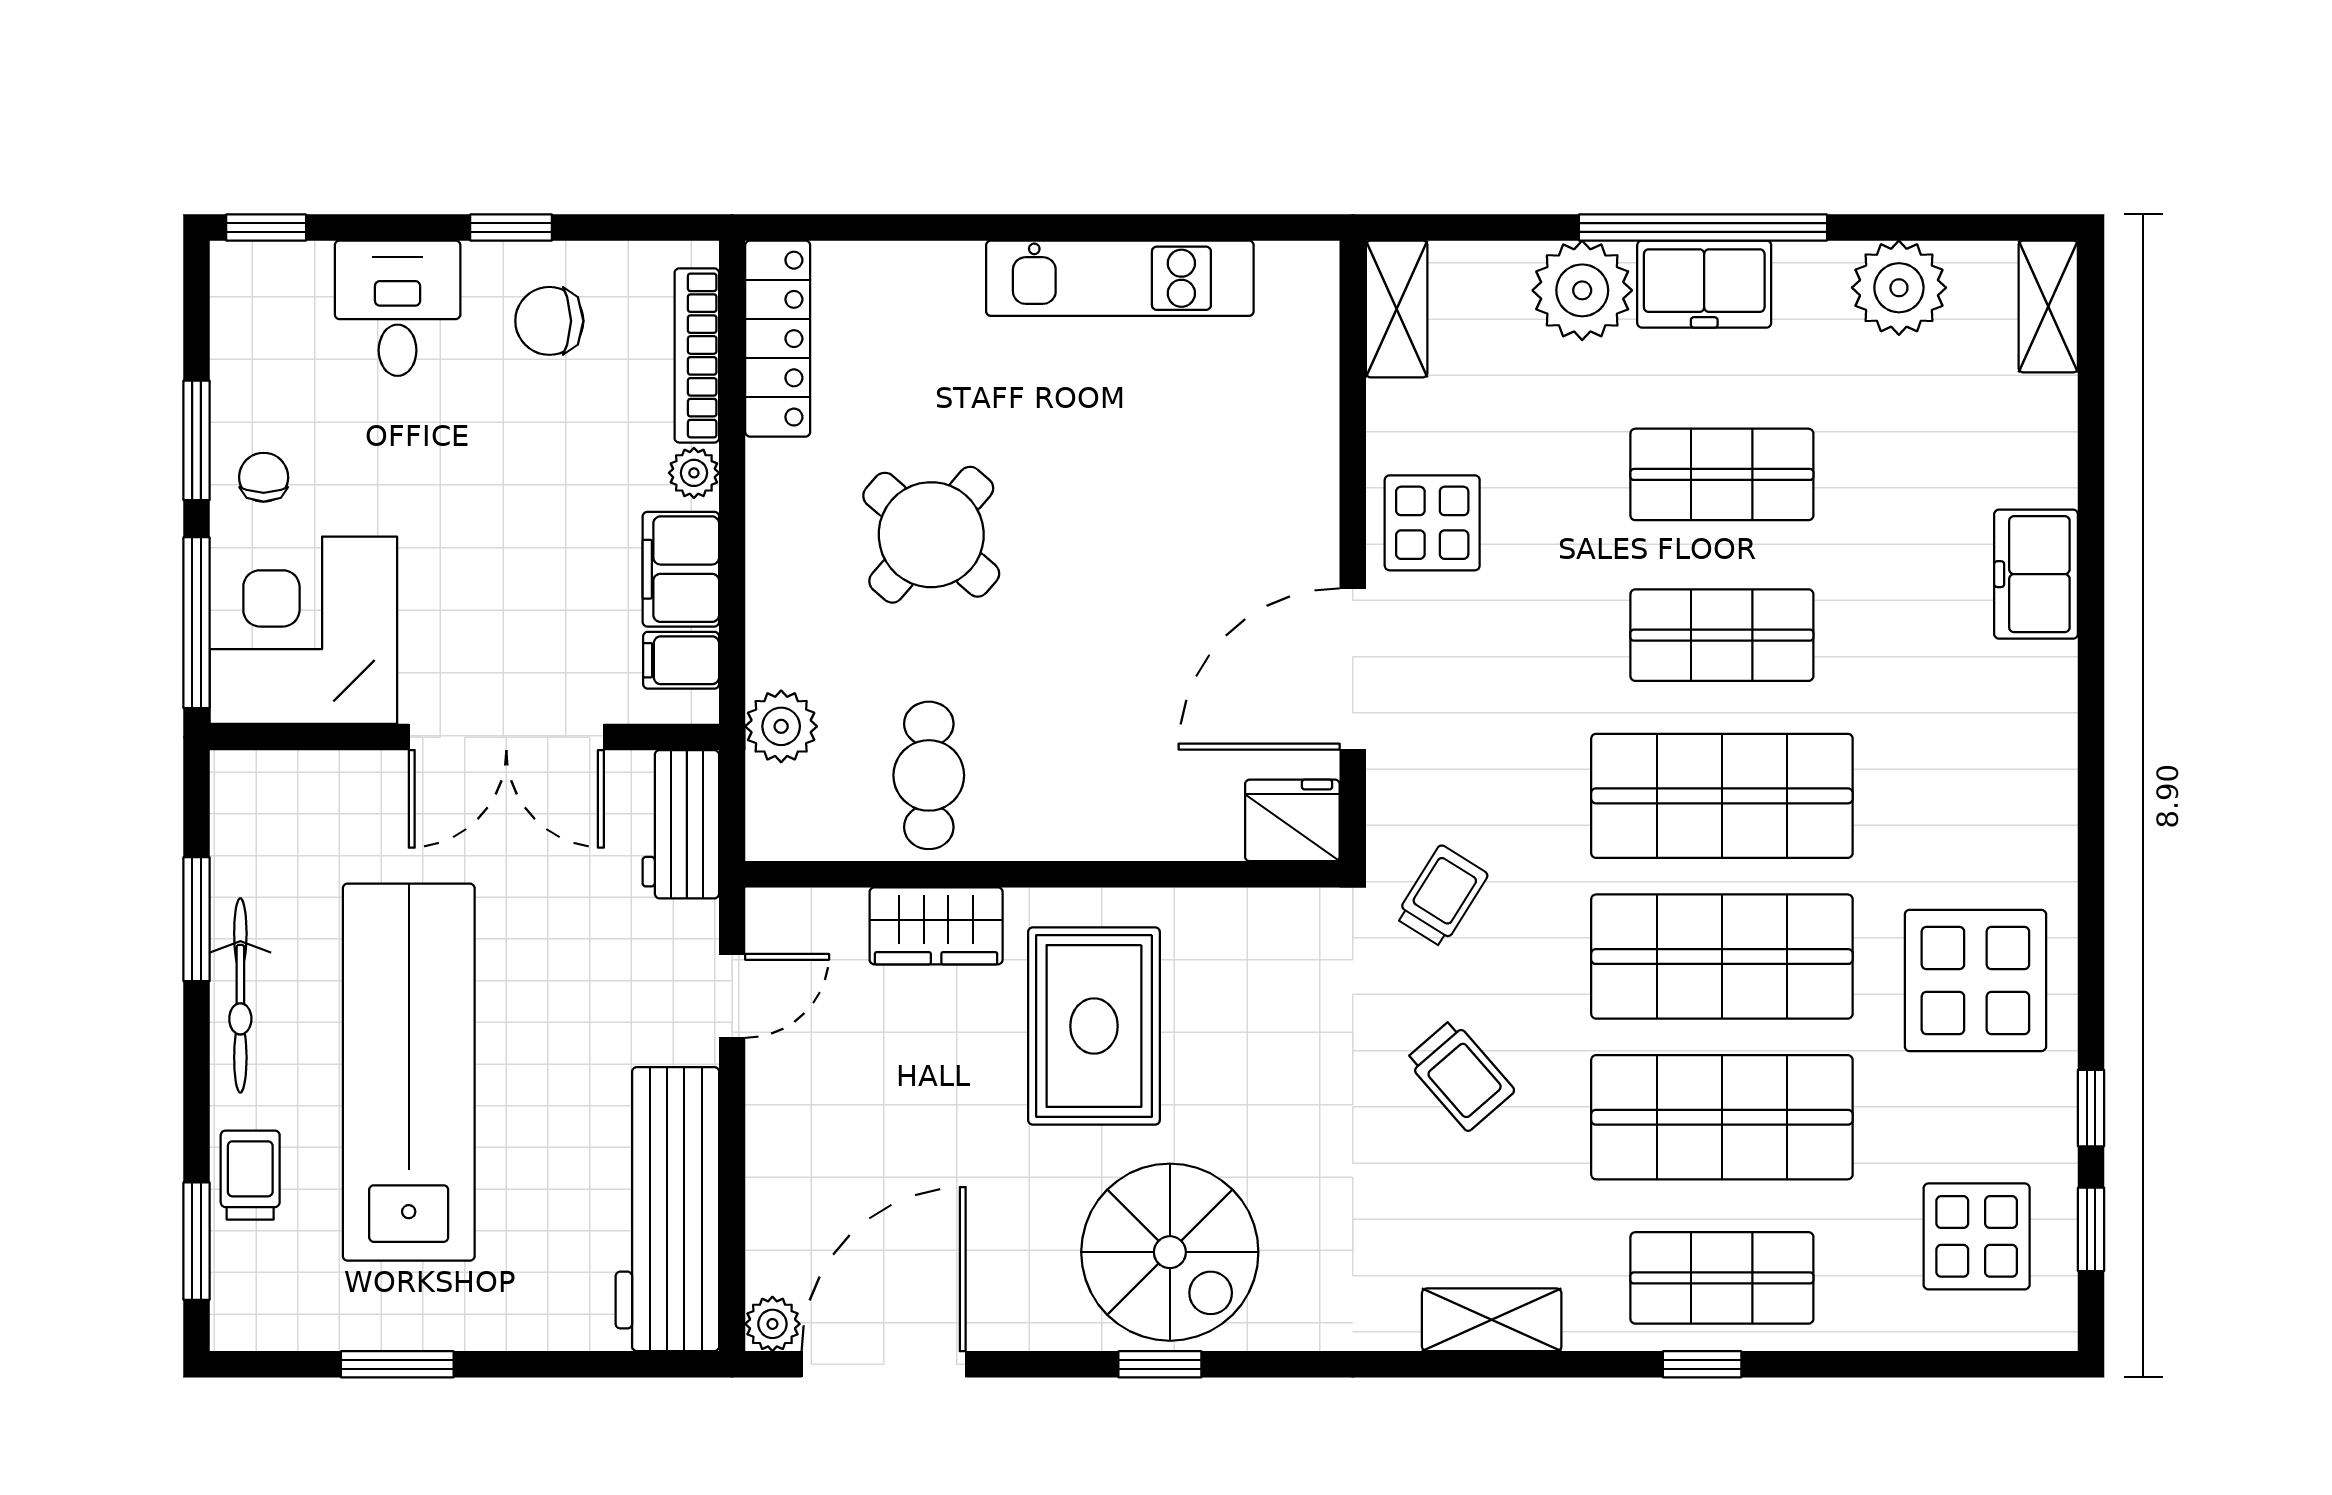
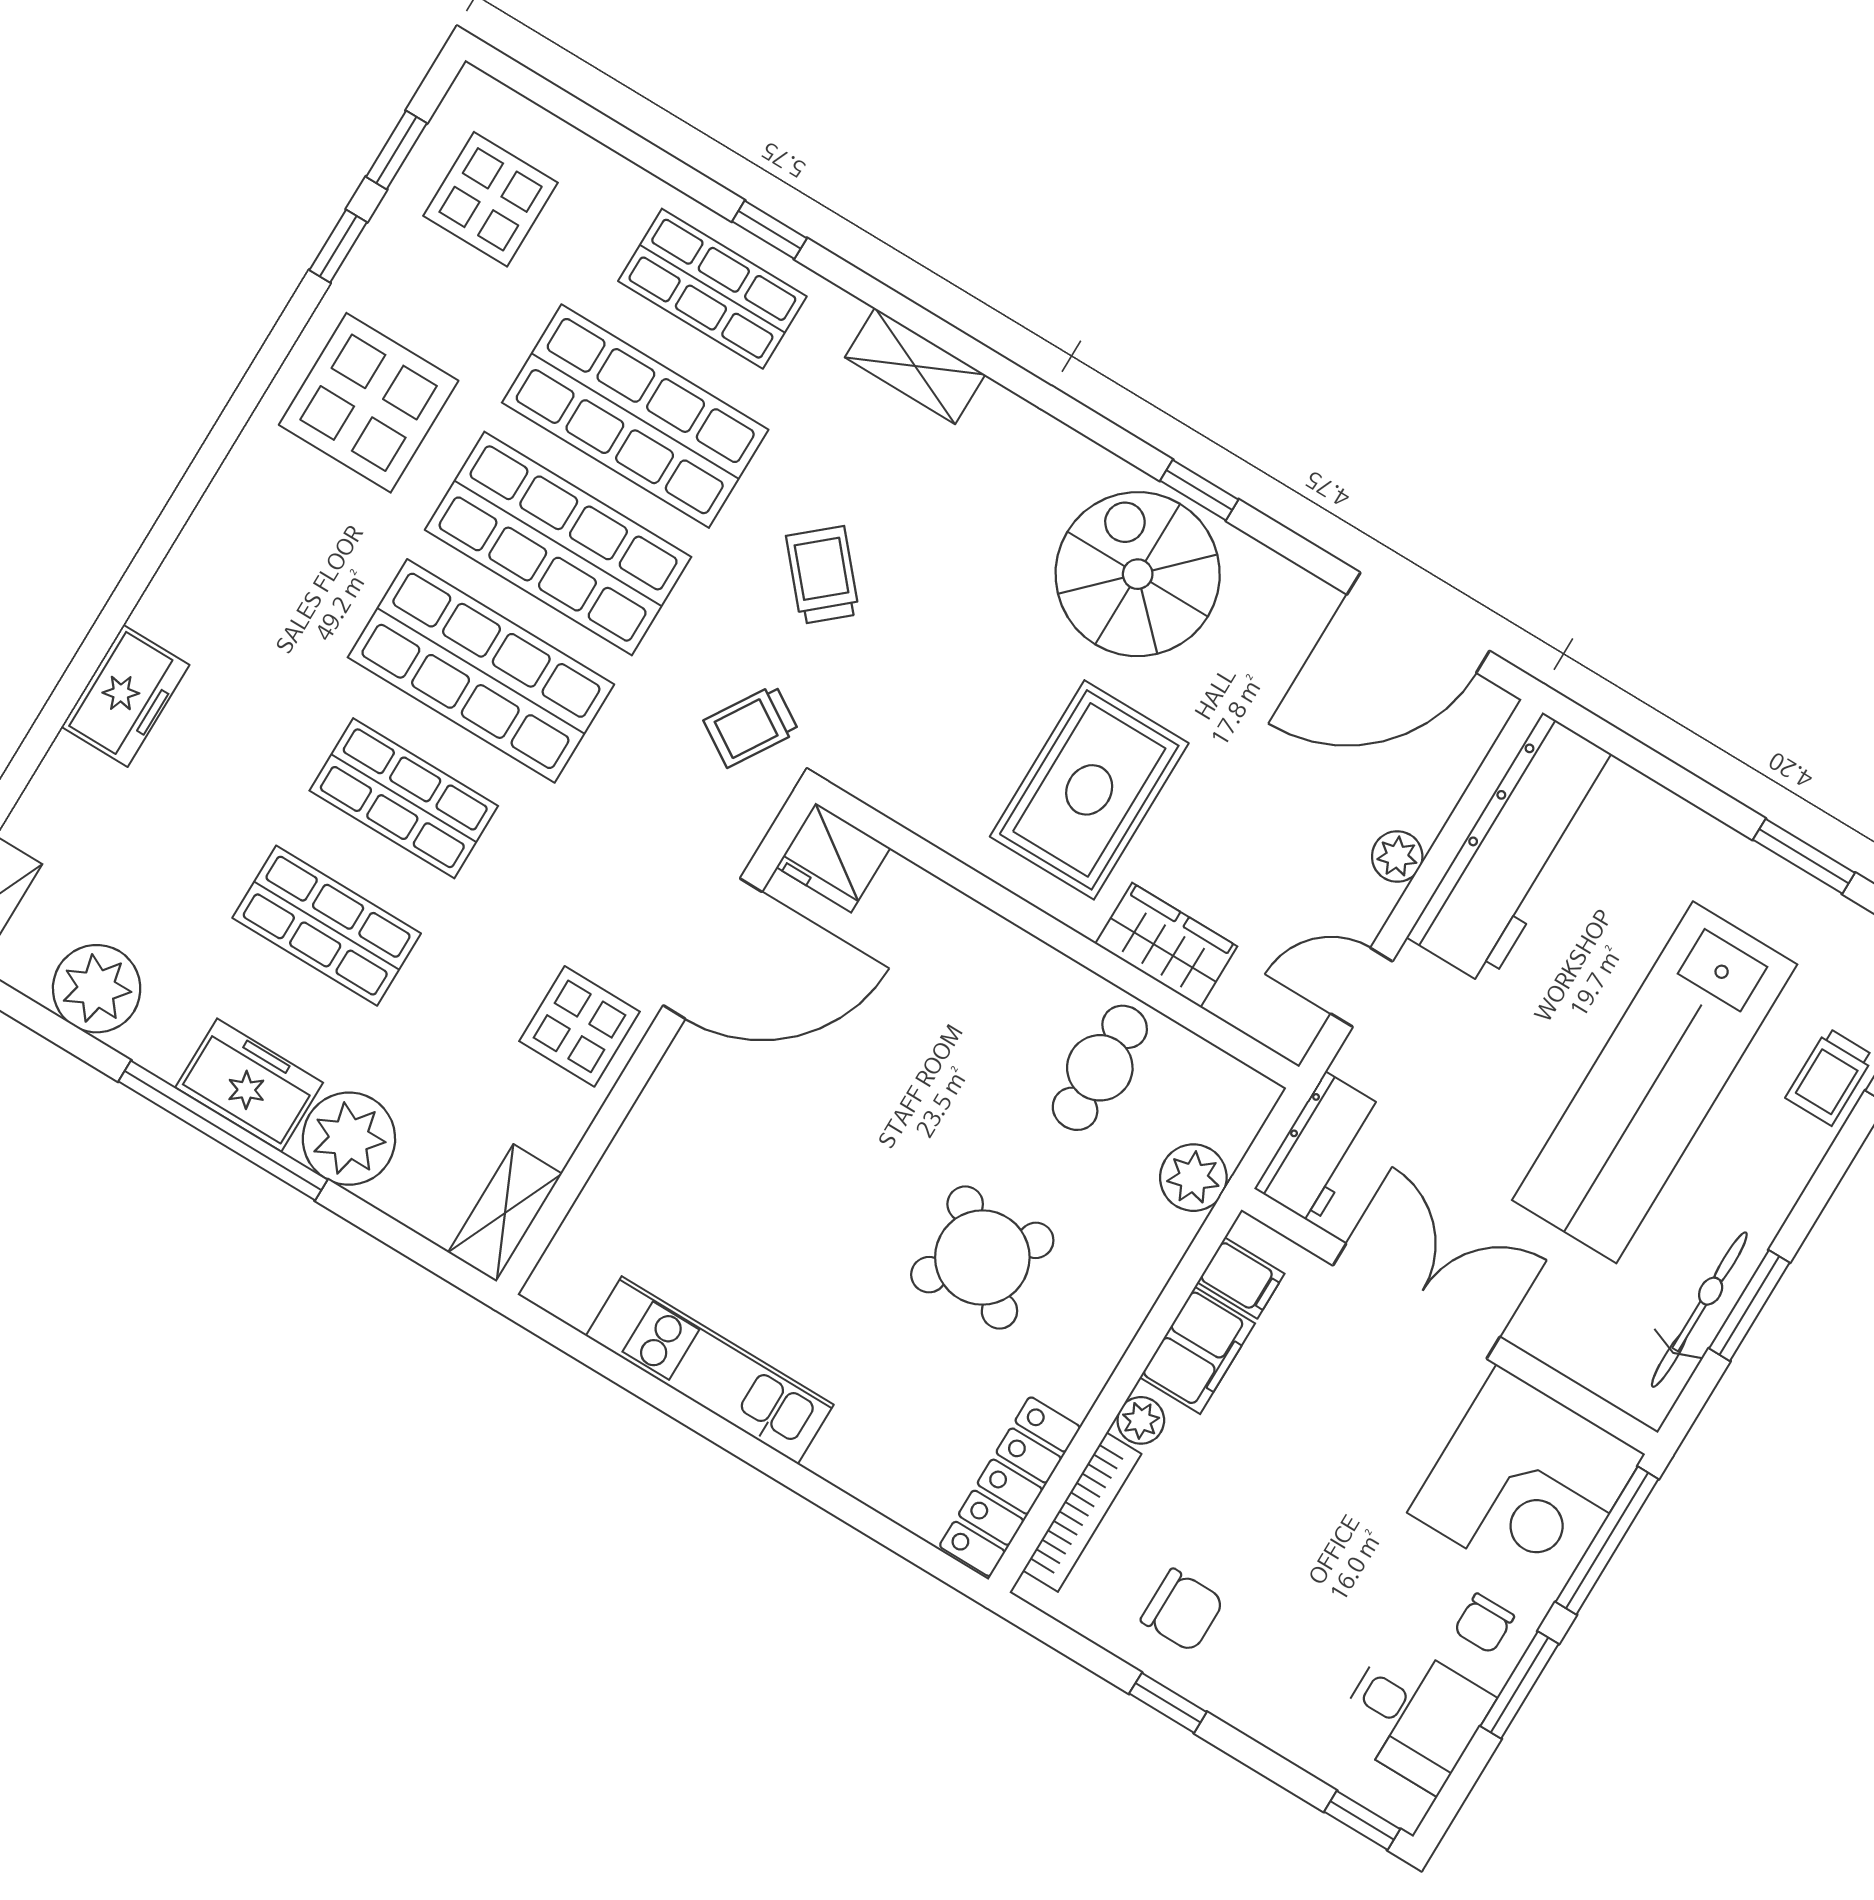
desk: (398, 308) -> (1414, 1715), moved, turned -90
bicycle: (240, 995) -> (1699, 1310), moved
plant: (772, 1324) -> (1397, 856), moved

